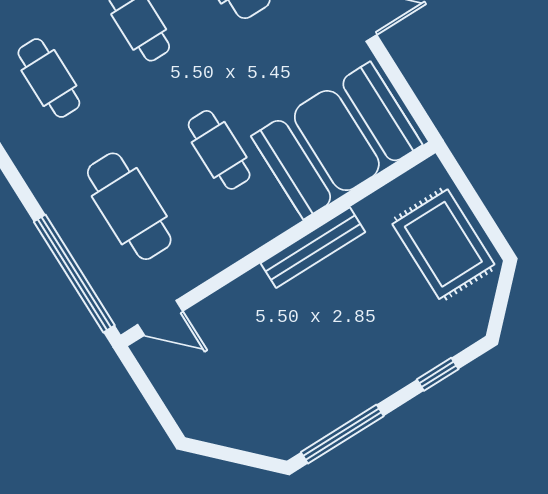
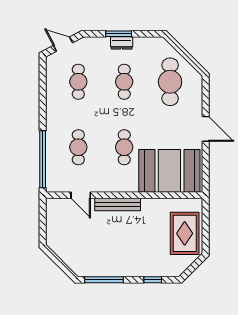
cafe table: (129, 206) -> (78, 147), width x0.73, depth x0.74
bench: (313, 248) -> (118, 205), moved
door: (160, 318) -> (81, 195), moved

